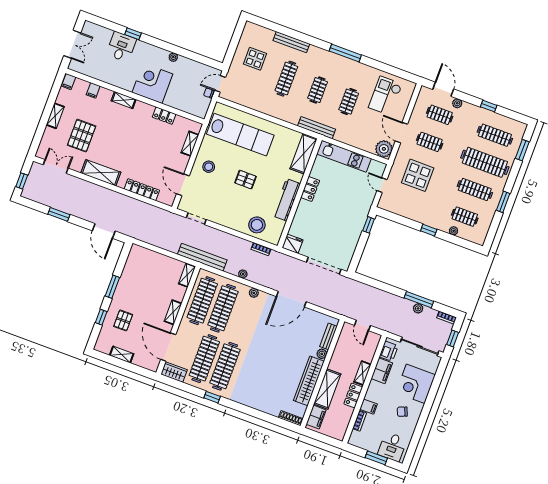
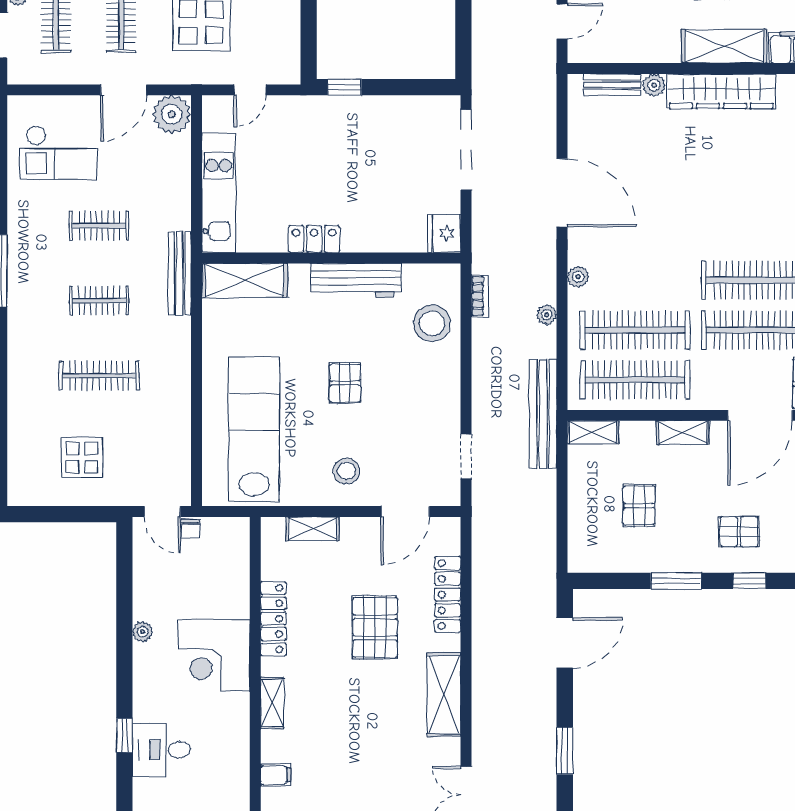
bench: (291, 42) -> (18, 393), removed
locker: (164, 116) -> (273, 619), width x1.53
pallet: (82, 136) -> (375, 627), moved, turned 90
pallet: (149, 283) -> (639, 506), added

